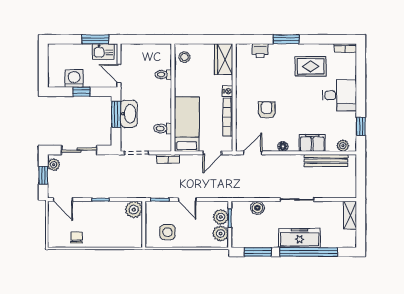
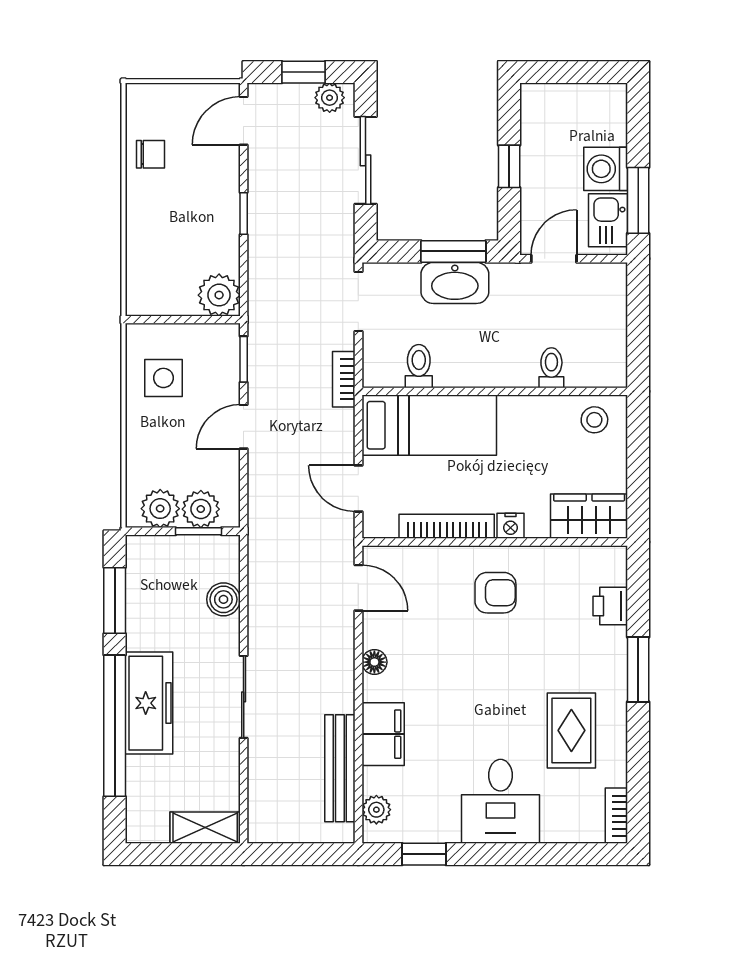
washing machine: (74, 79) -> (606, 169), moved, turned 180
armchair: (267, 110) -> (495, 593), moved

